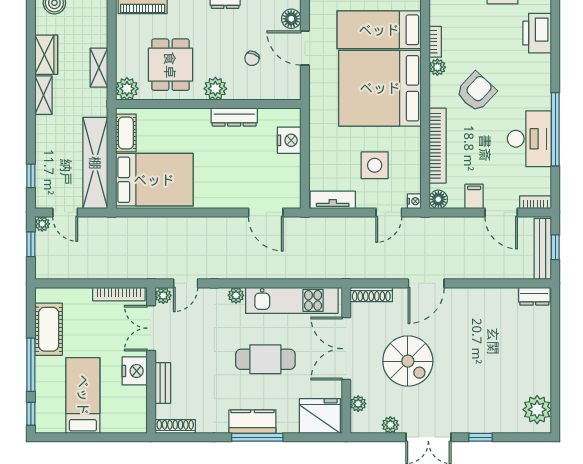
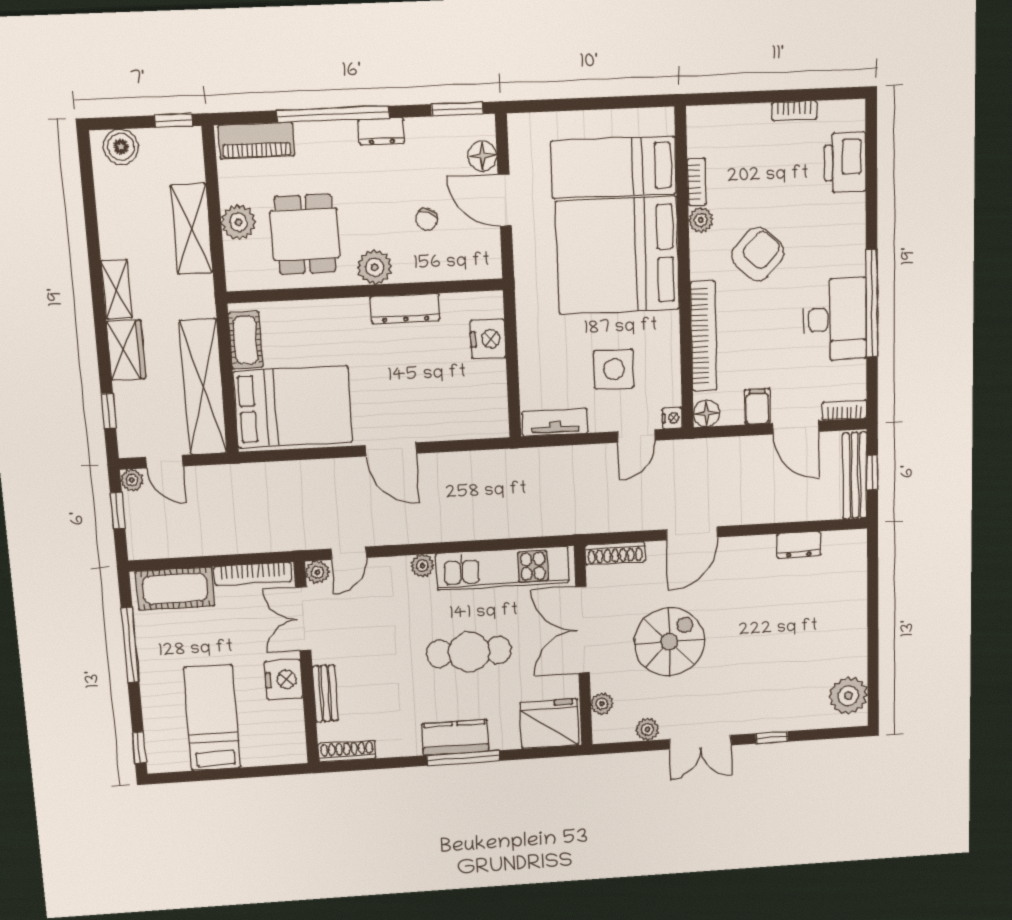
wardrobe: (46, 55) -> (126, 350), moved
shelving: (99, 68) -> (192, 229), width x1.50, depth x1.33
plant: (127, 89) -> (238, 222), moved
door: (266, 212) -> (391, 449), moved
dresser: (534, 296) -> (799, 545), moved
cot: (49, 329) -> (175, 589), moved, turned 90
spiral stairs: (408, 361) -> (669, 642), turned -90
window: (31, 365) -> (130, 645), moved

